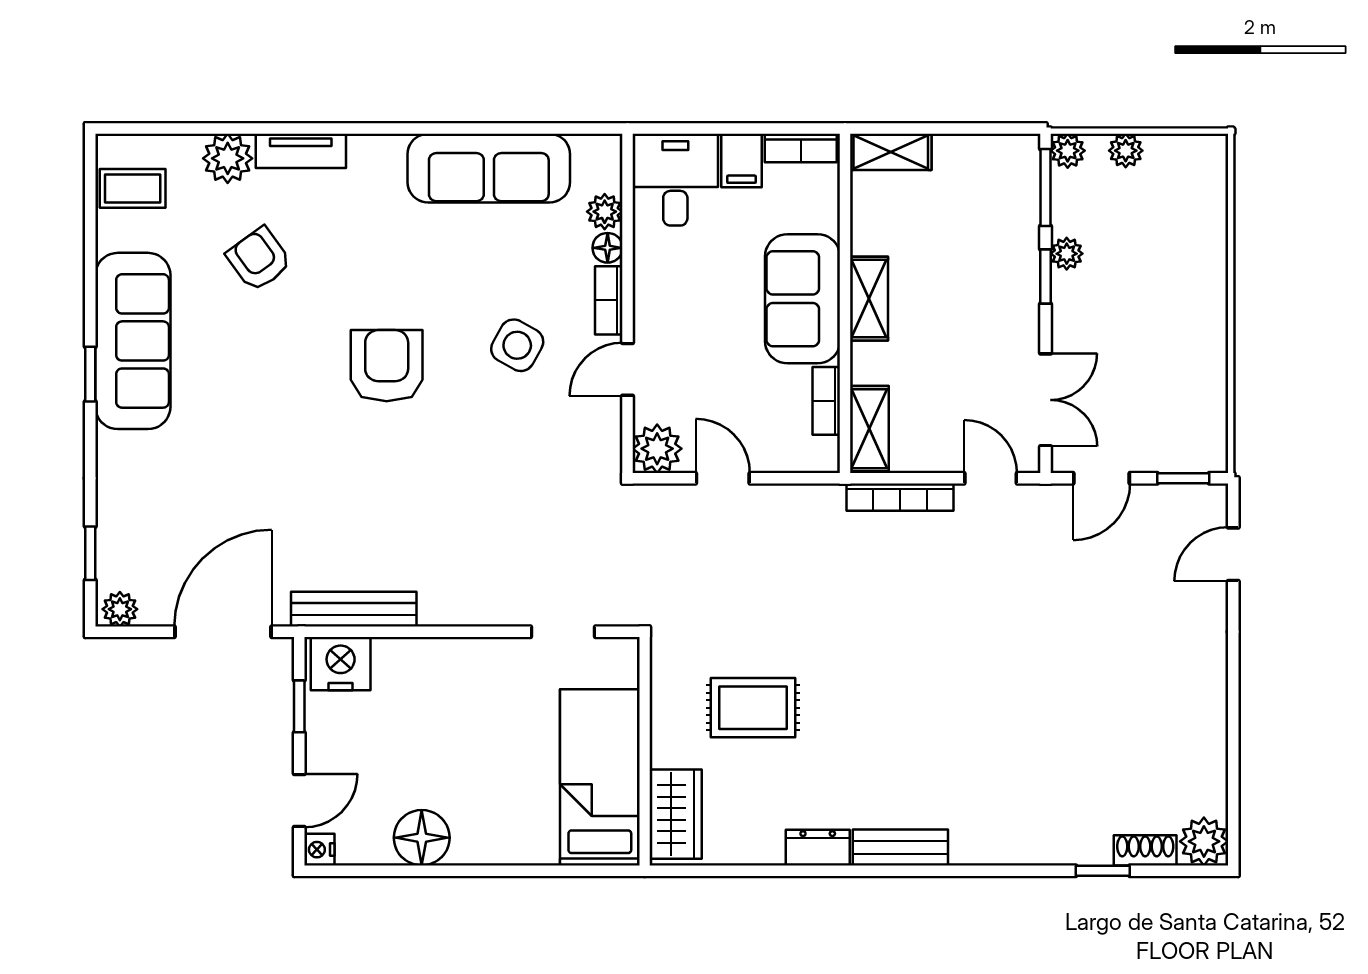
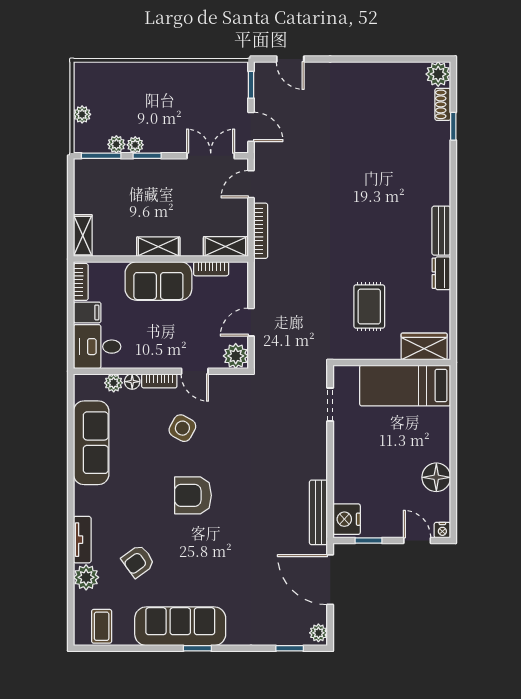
plant: (1068, 151) -> (116, 144), moved

